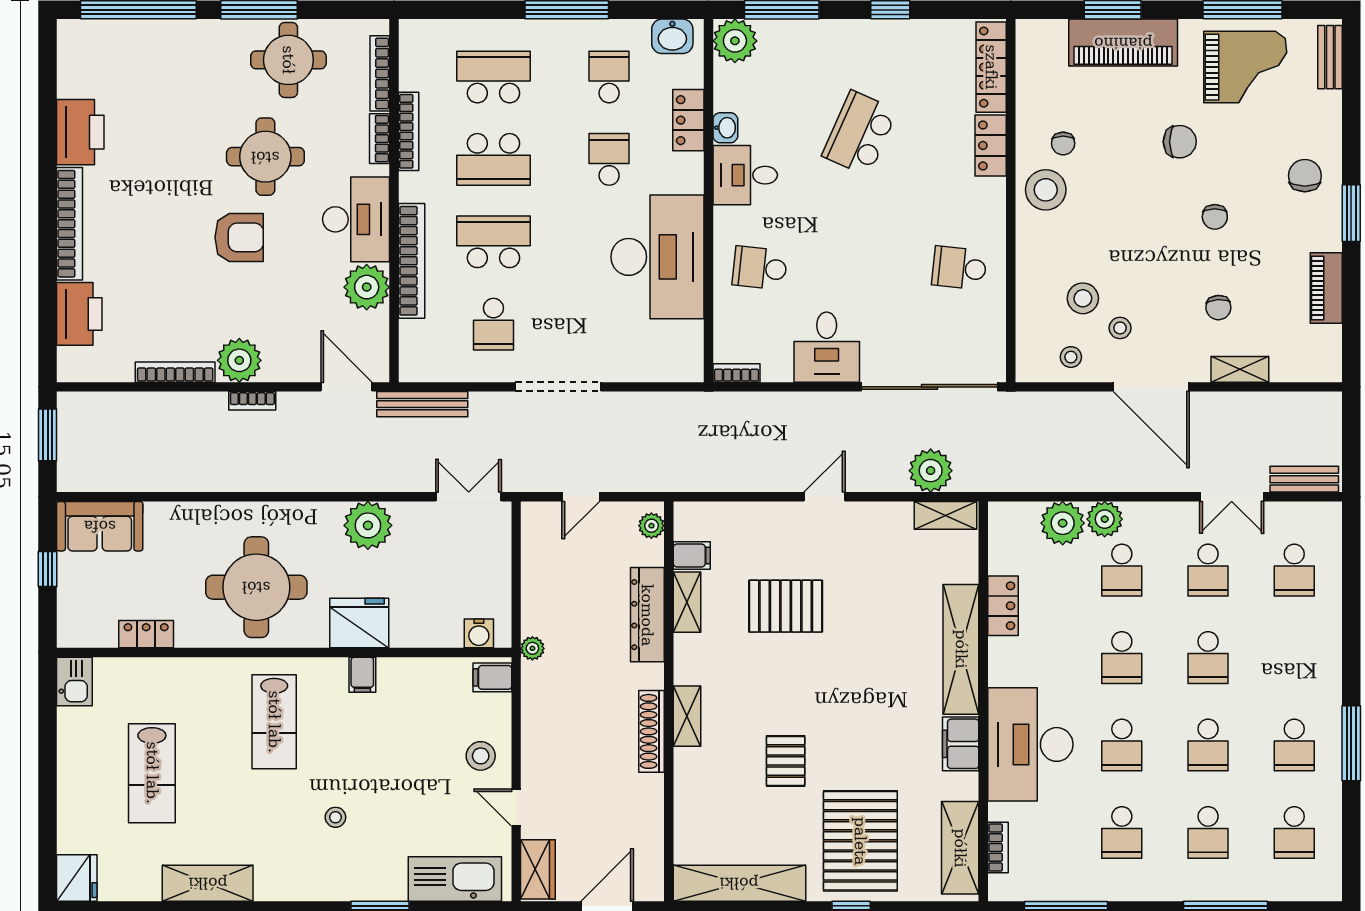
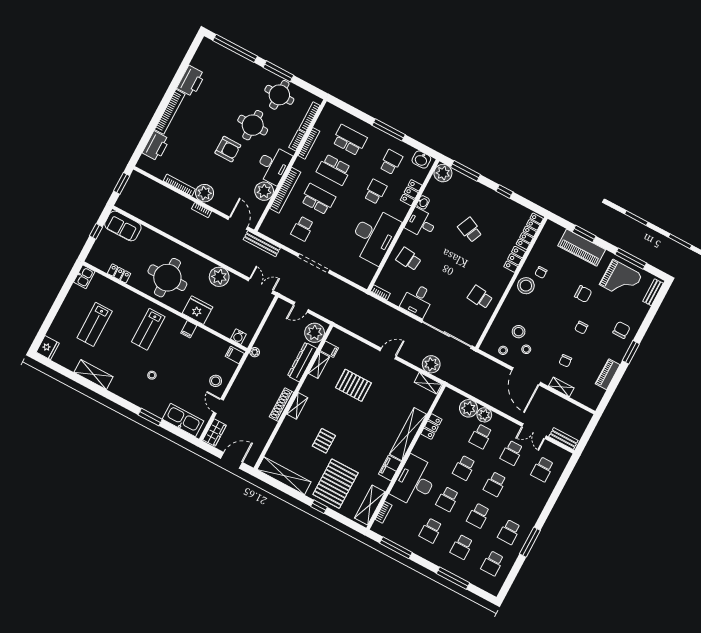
school desk: (860, 133) -> (470, 230), width x0.54
plant: (651, 526) -> (315, 333), width x1.87, depth x1.87

